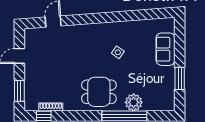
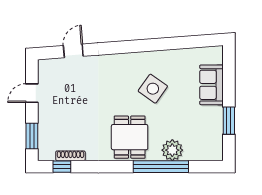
side table: (118, 52) -> (153, 89), width x1.87, depth x1.87
dining table: (99, 92) -> (130, 137), turned 90

